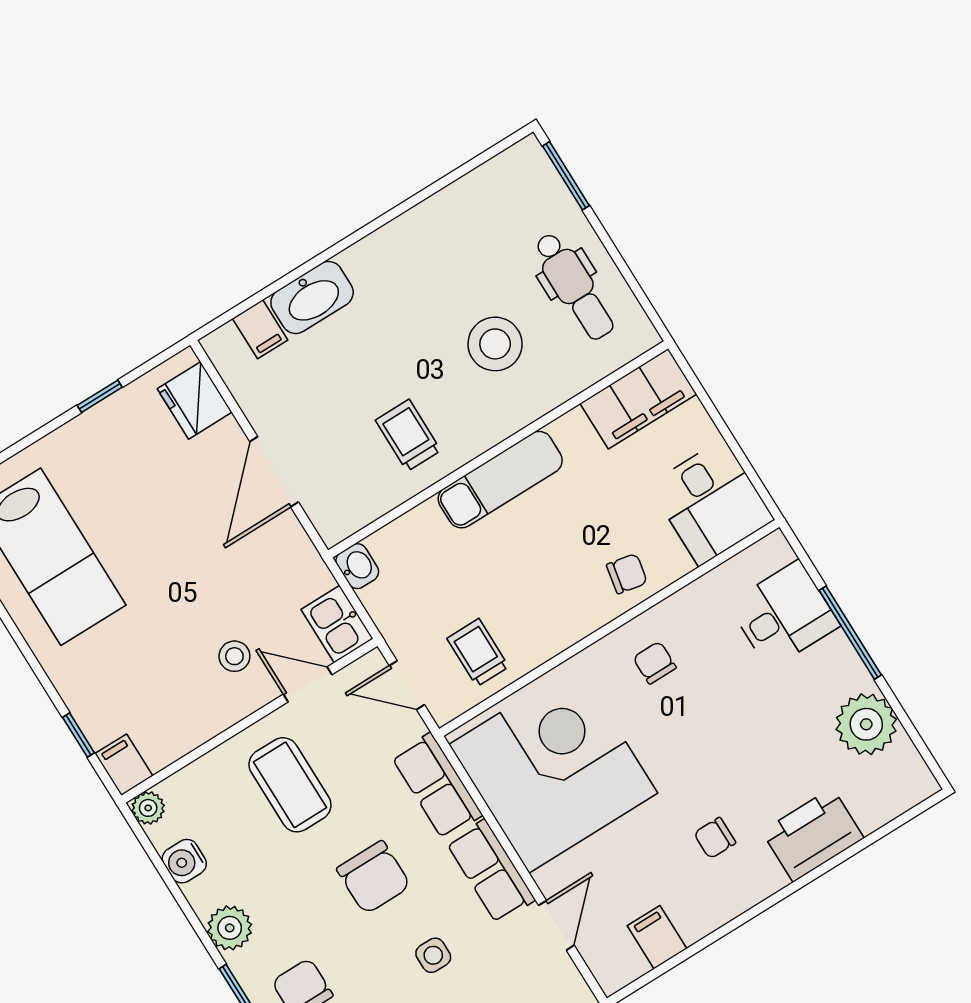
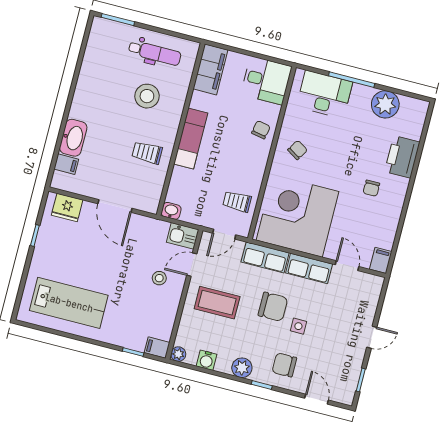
desk: (784, 615) -> (325, 94), width x1.37
chair: (655, 663) -> (298, 150), turned 122
filing cabinet: (657, 937) -> (381, 260), moved, turned 90
side table: (433, 955) -> (298, 326), moved

